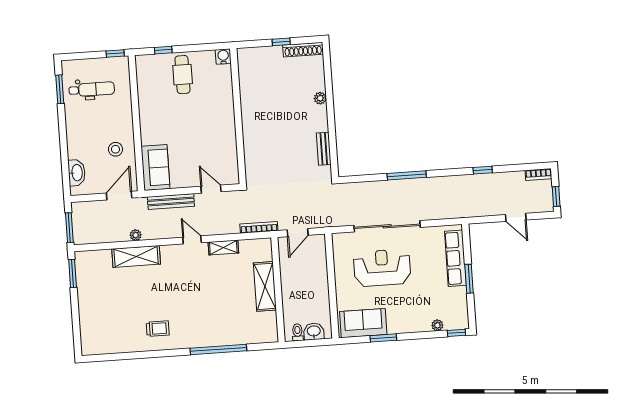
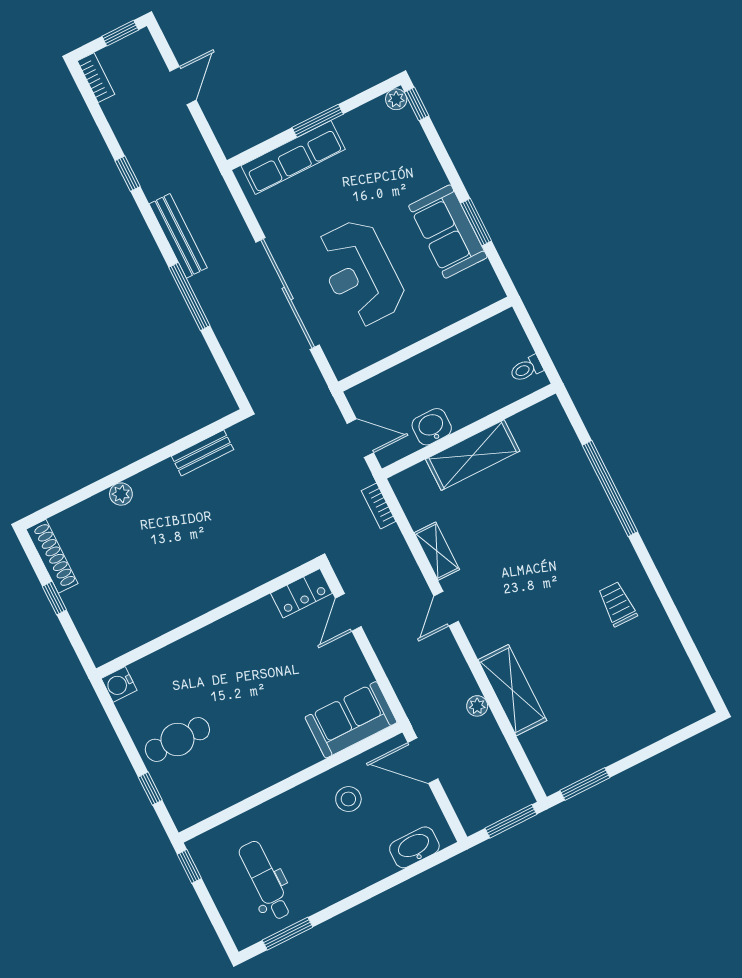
locker: (231, 169) -> (301, 593), added
bench: (171, 201) -> (178, 236), moved
bookcase: (259, 227) -> (379, 506), width x0.64
sofa: (363, 323) -> (448, 232), moved
plant: (437, 325) -> (396, 99), moved
washbasin: (314, 331) -> (432, 427), moved, turned 90

